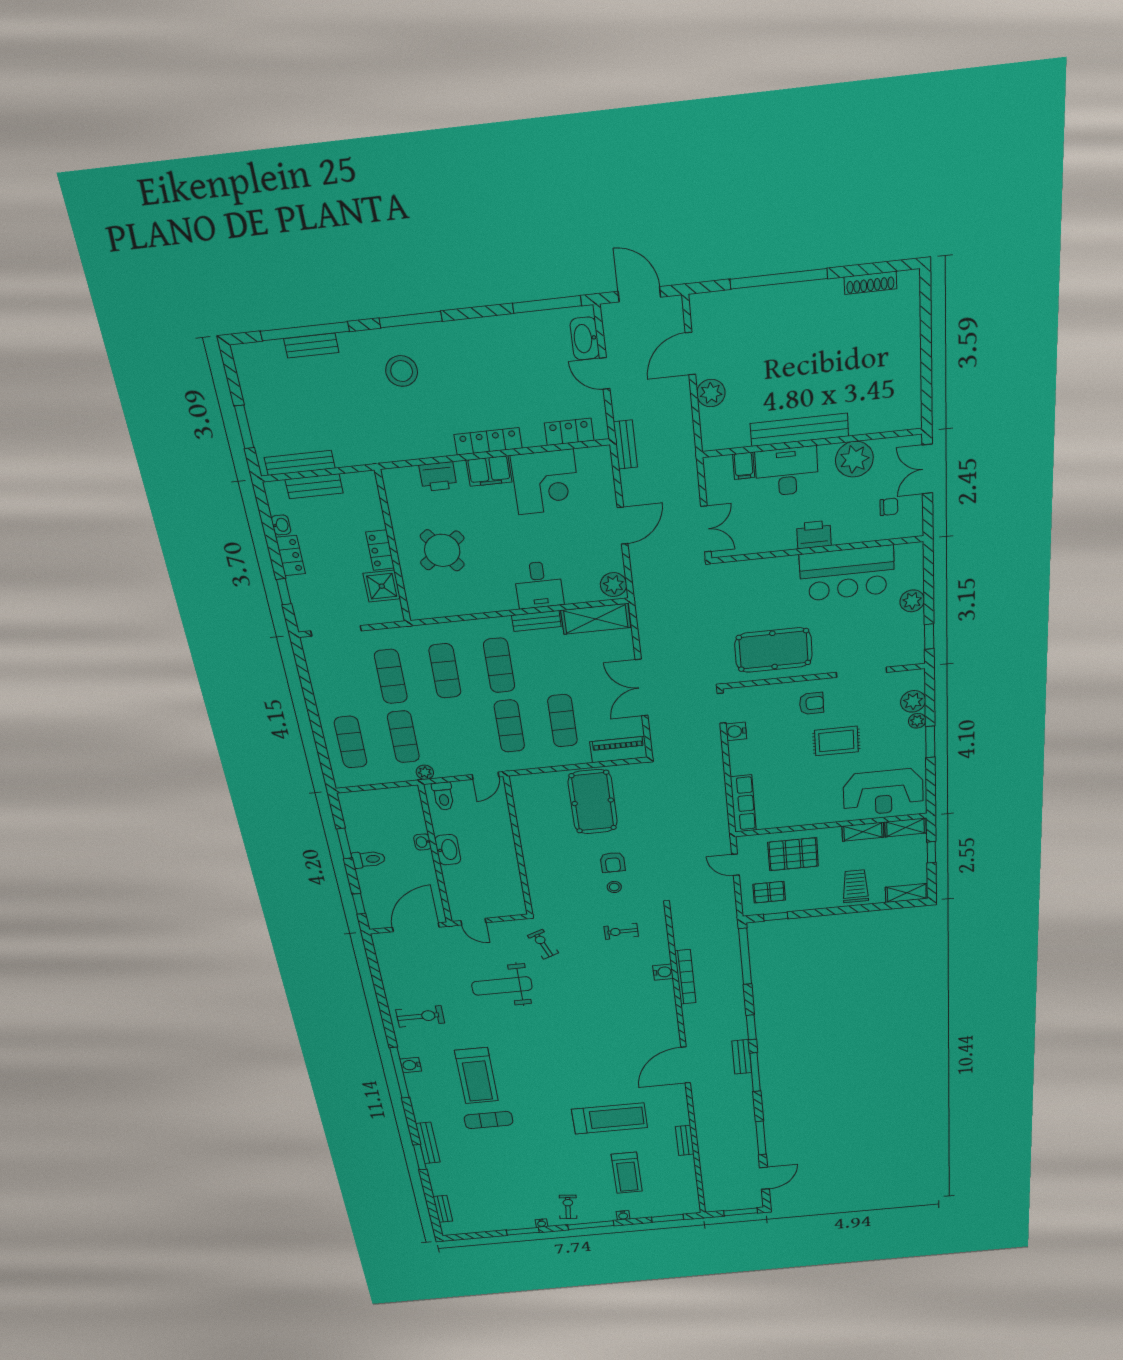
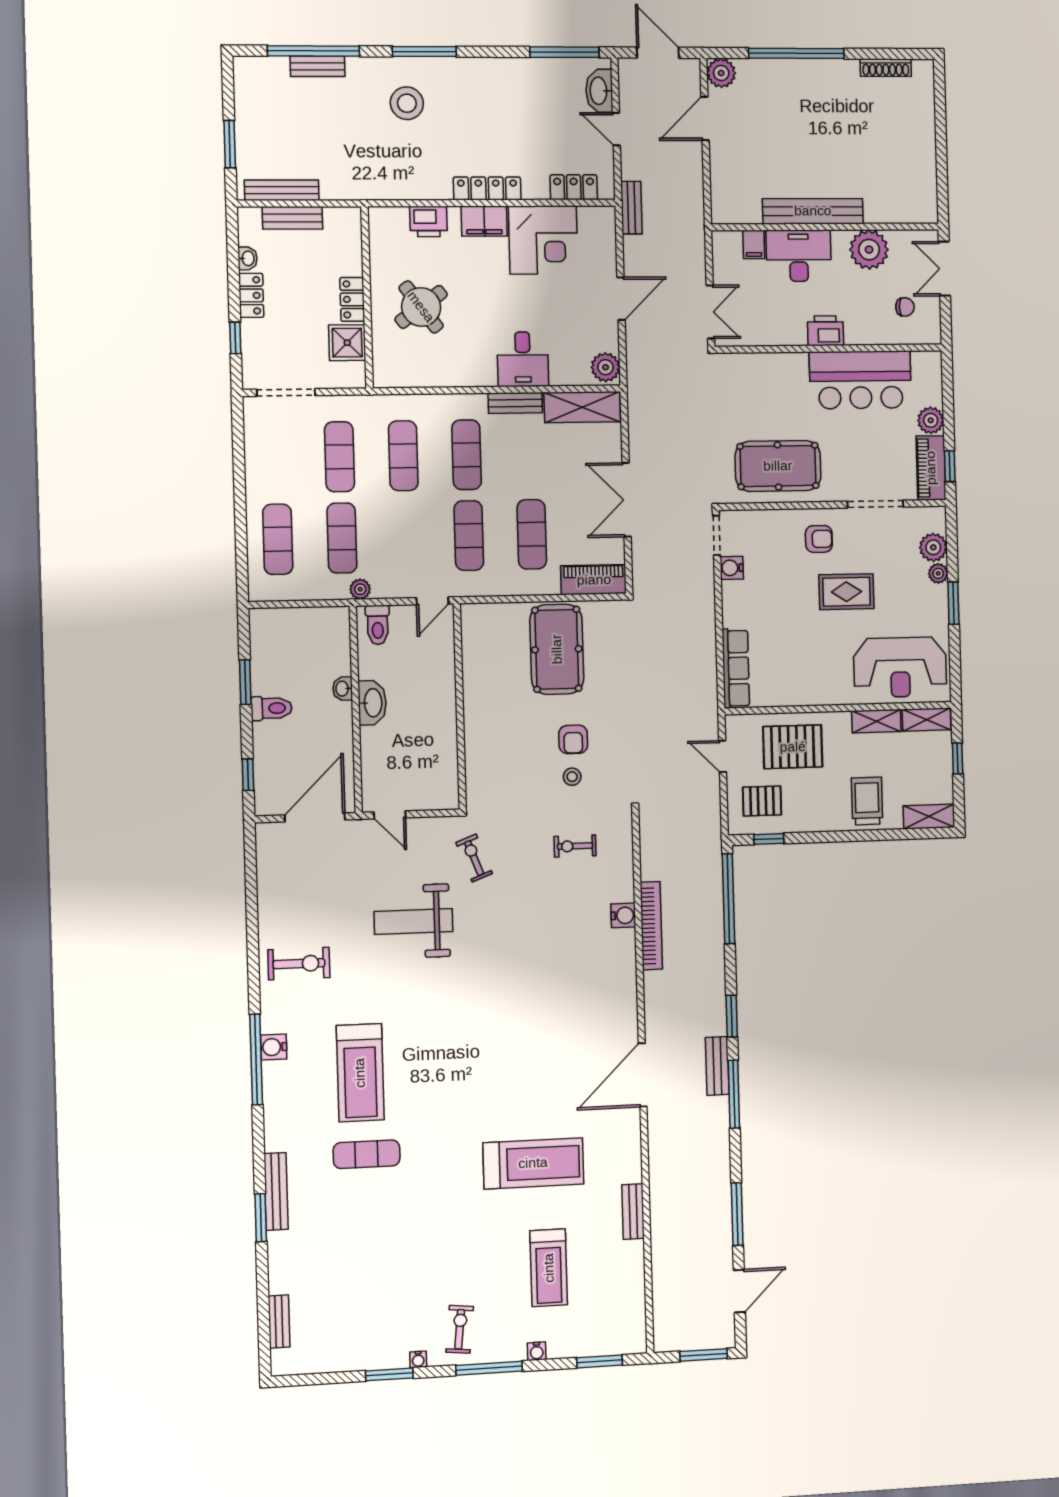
plant: (711, 393) -> (721, 73), moved
piano: (912, 639) -> (931, 468), added

